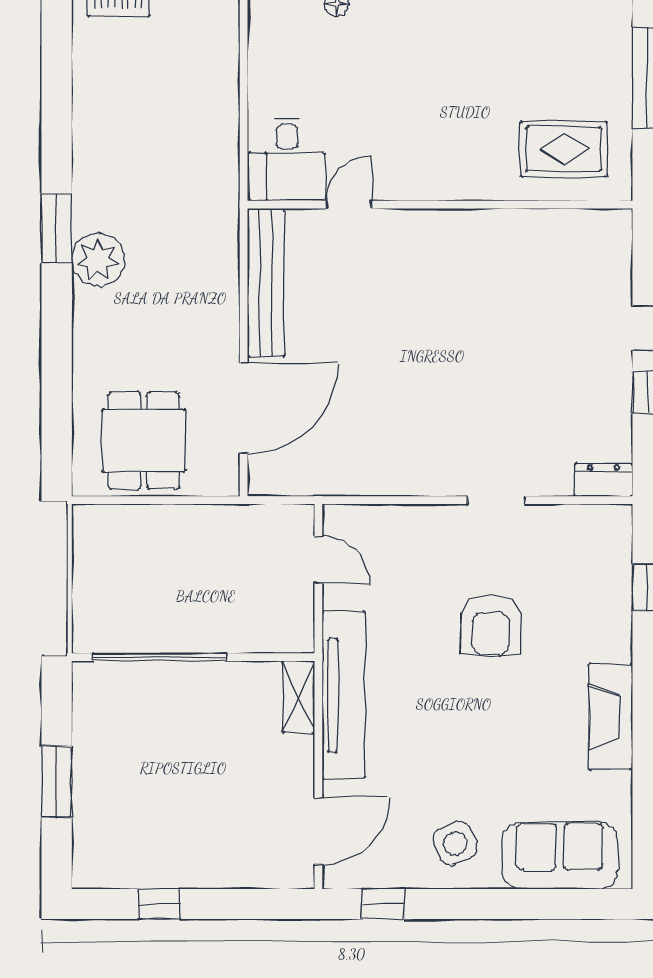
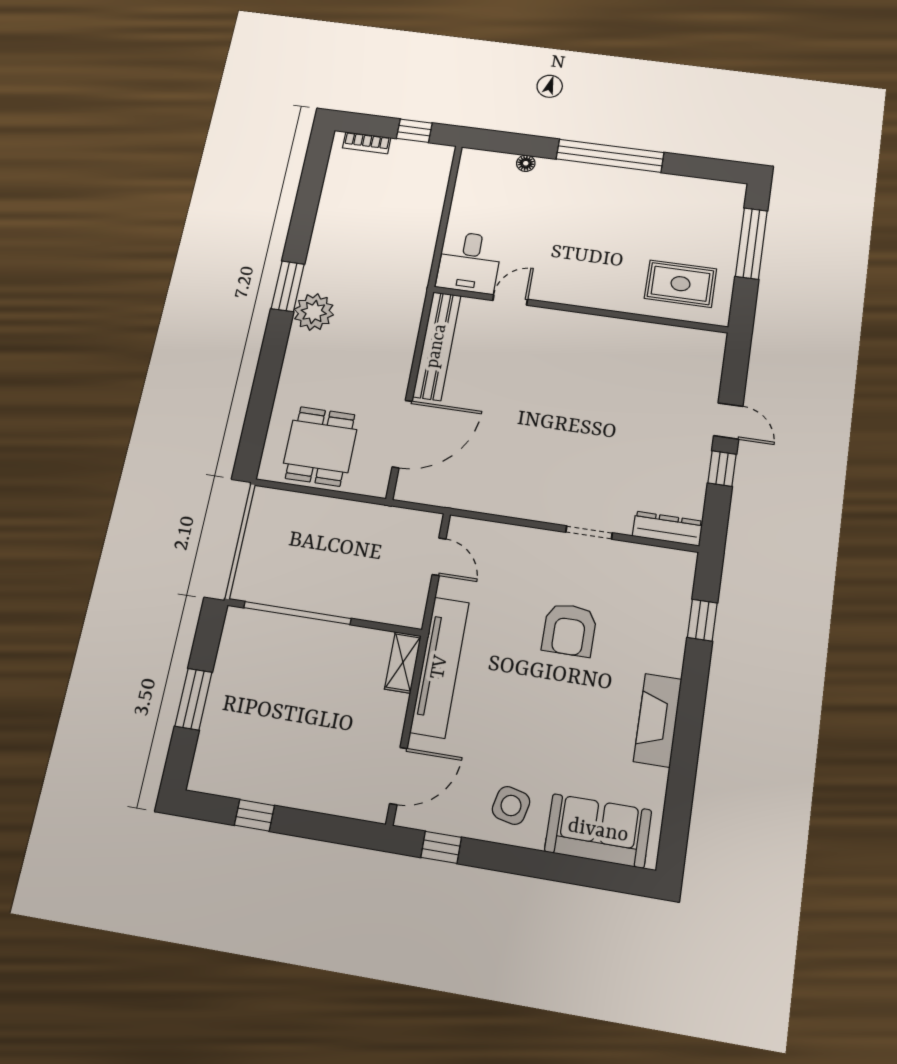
dresser: (604, 480) -> (667, 529), width x1.44
side table: (455, 843) -> (511, 806), turned 36

